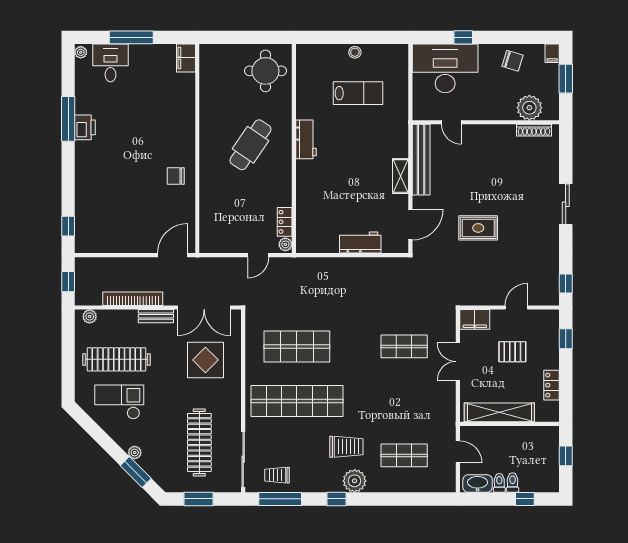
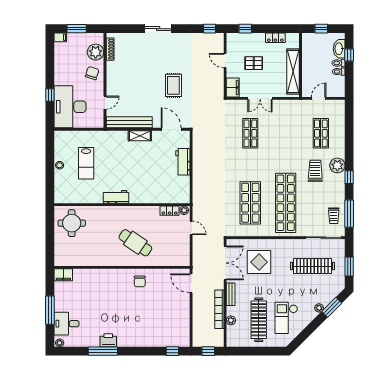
chair: (512, 61) -> (92, 73), moved
lab bench: (358, 93) -> (86, 163), turned 180
cafe table: (250, 145) -> (135, 243), moved
plant: (90, 316) -> (231, 320), moved
pallet: (512, 352) -> (254, 63), turned 90
washbasin: (478, 483) -> (339, 49), moved

